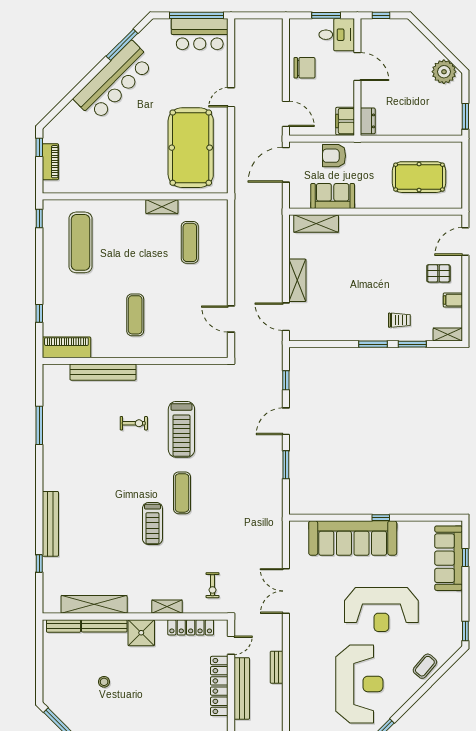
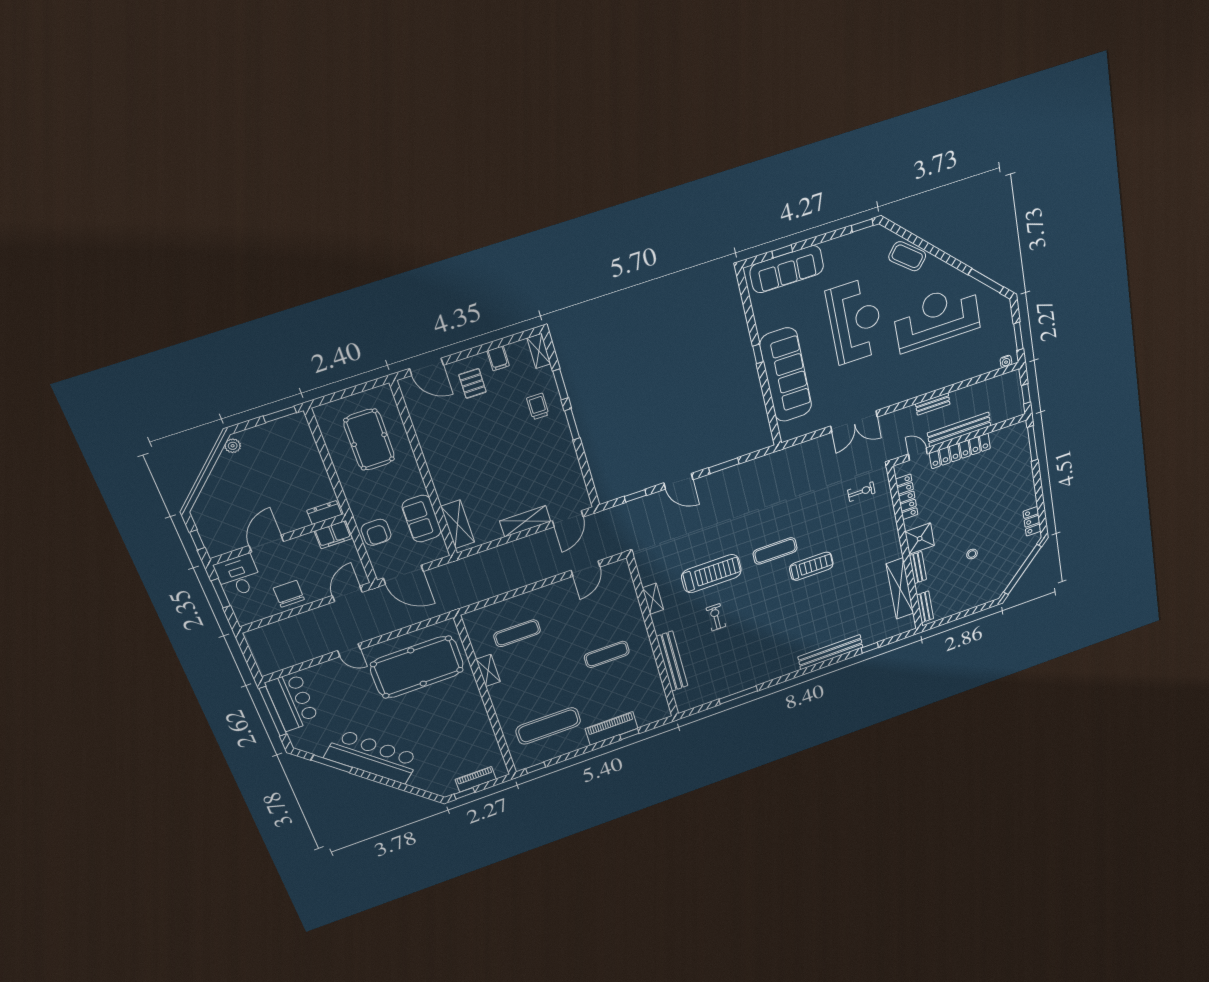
plant: (444, 72) -> (233, 446), width x0.53, depth x0.53
piano: (66, 347) -> (612, 728), moved, turned 90
shelving: (167, 607) -> (653, 599), moved
bench: (104, 626) -> (918, 568), width x0.73
coffee table: (425, 666) -> (907, 256), width x1.36, depth x1.30

